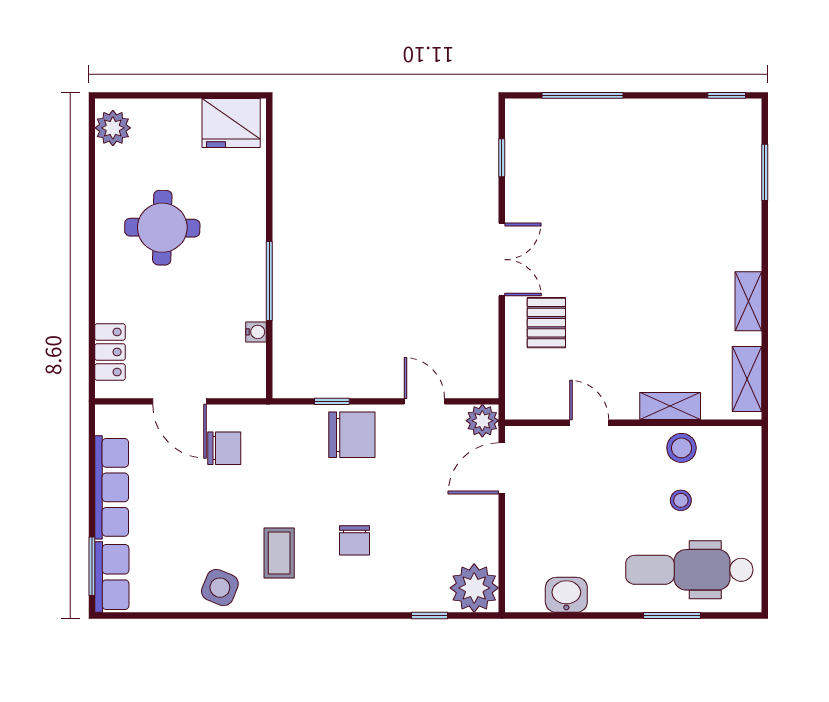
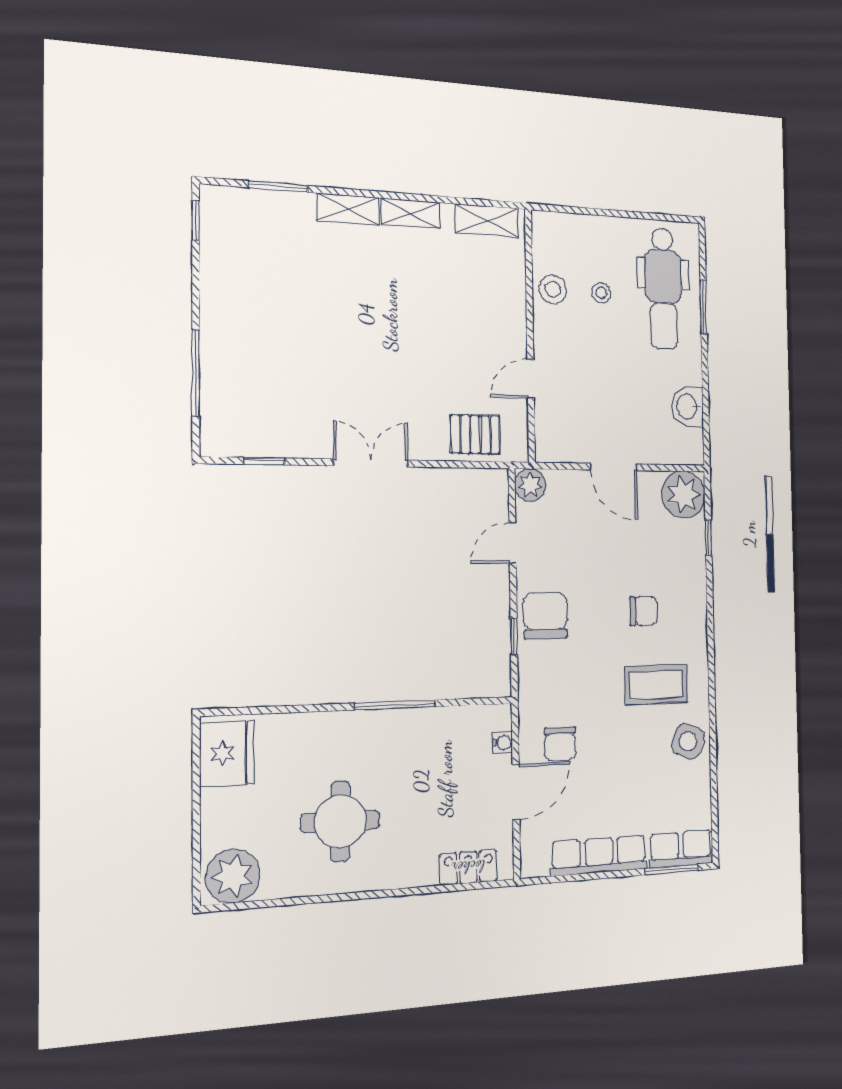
plant: (113, 128) -> (233, 876), width x1.36, depth x1.36
pallet: (546, 323) -> (475, 434), moved
water cooler: (256, 332) -> (502, 743), moved, turned 90
shelving: (670, 406) -> (348, 209), moved, turned 90
chair: (224, 448) -> (560, 744), turned 180
door: (502, 468) -> (614, 467), moved
coffee table: (279, 553) -> (656, 685), width x1.36, depth x1.30

